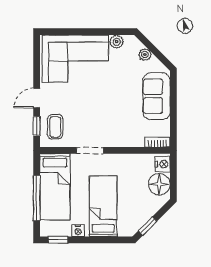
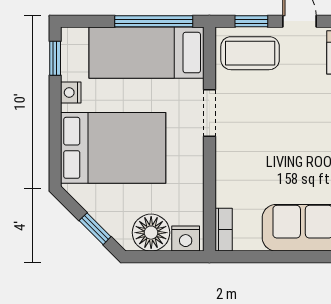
coffee table: (55, 127) -> (250, 53), width x1.36, depth x1.30
window: (37, 198) -> (154, 21), moved
bed: (103, 206) -> (113, 148), width x1.50
window: (148, 226) -> (95, 229), moved

